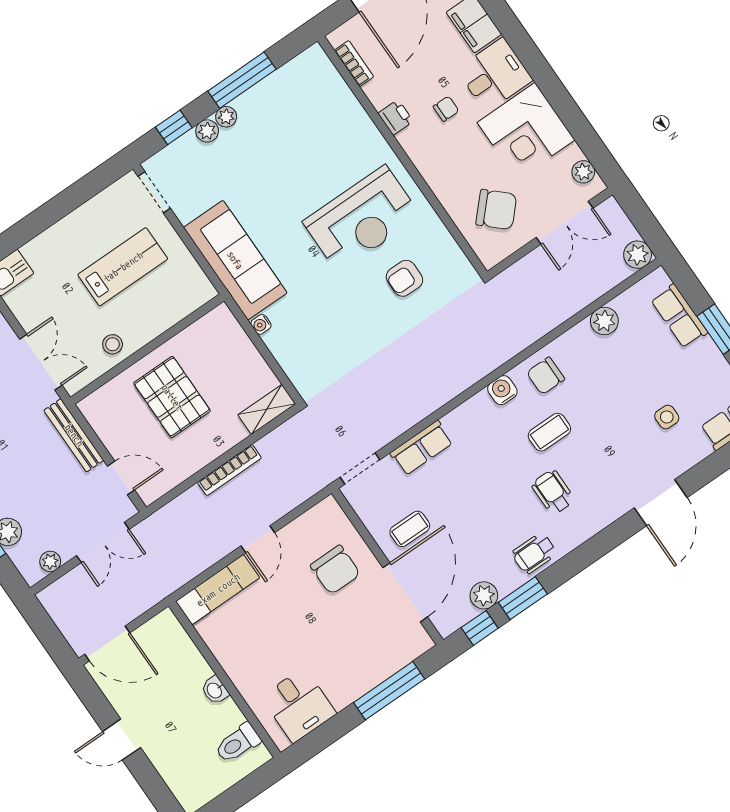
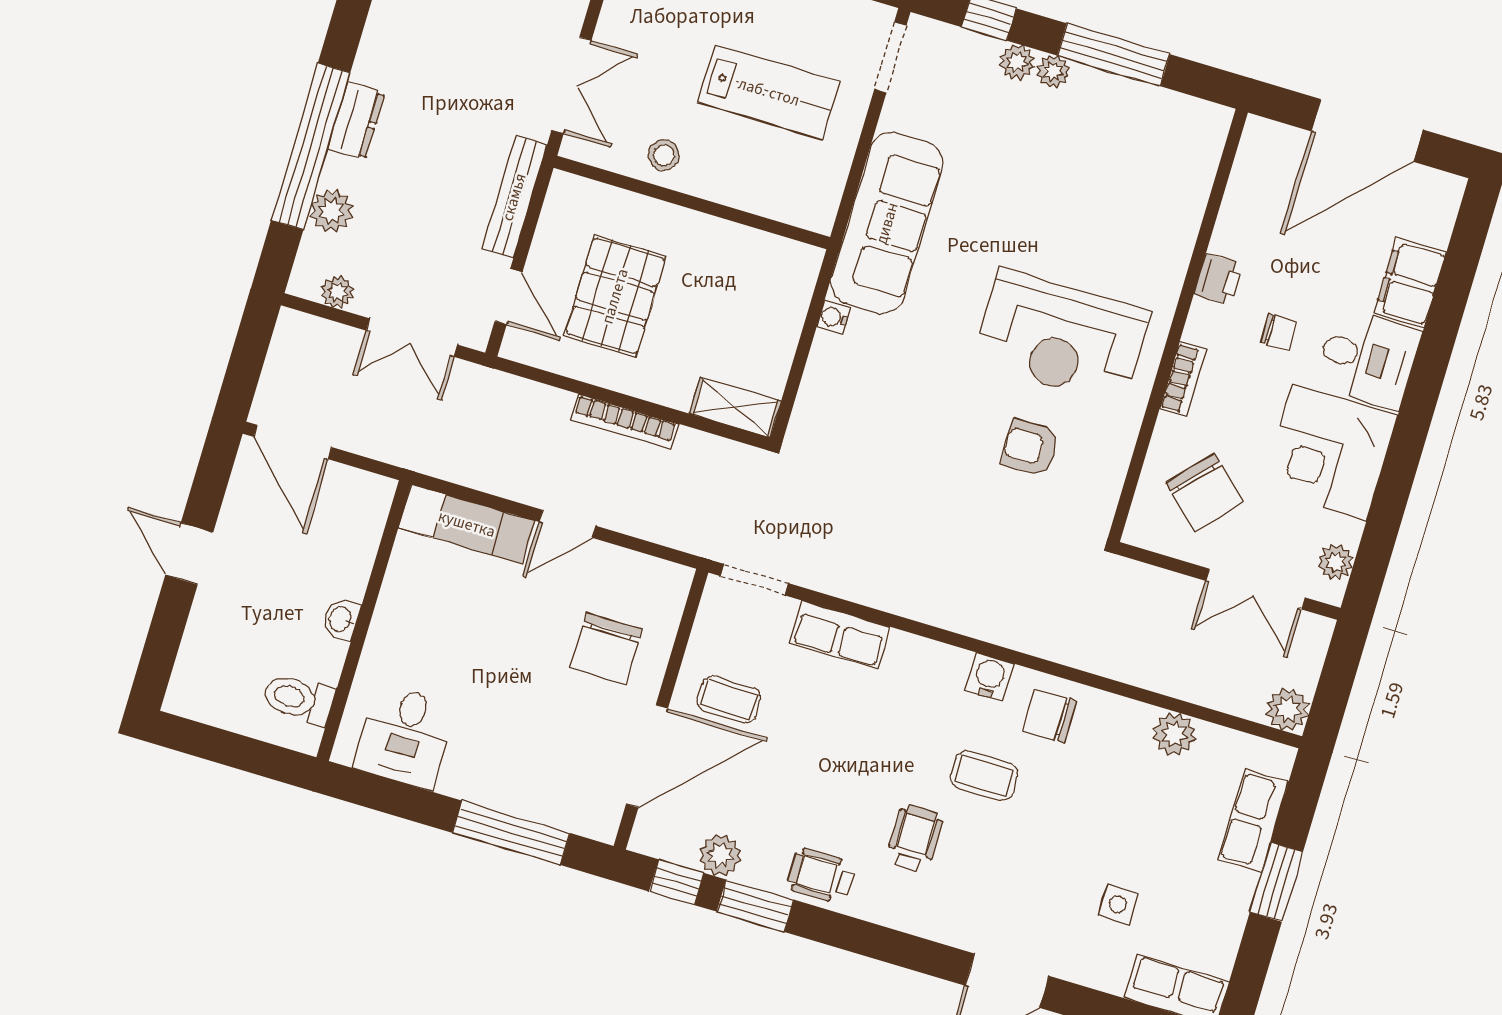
bookcase: (354, 64) -> (1183, 379), moved
pallet: (172, 397) -> (615, 296), moved

